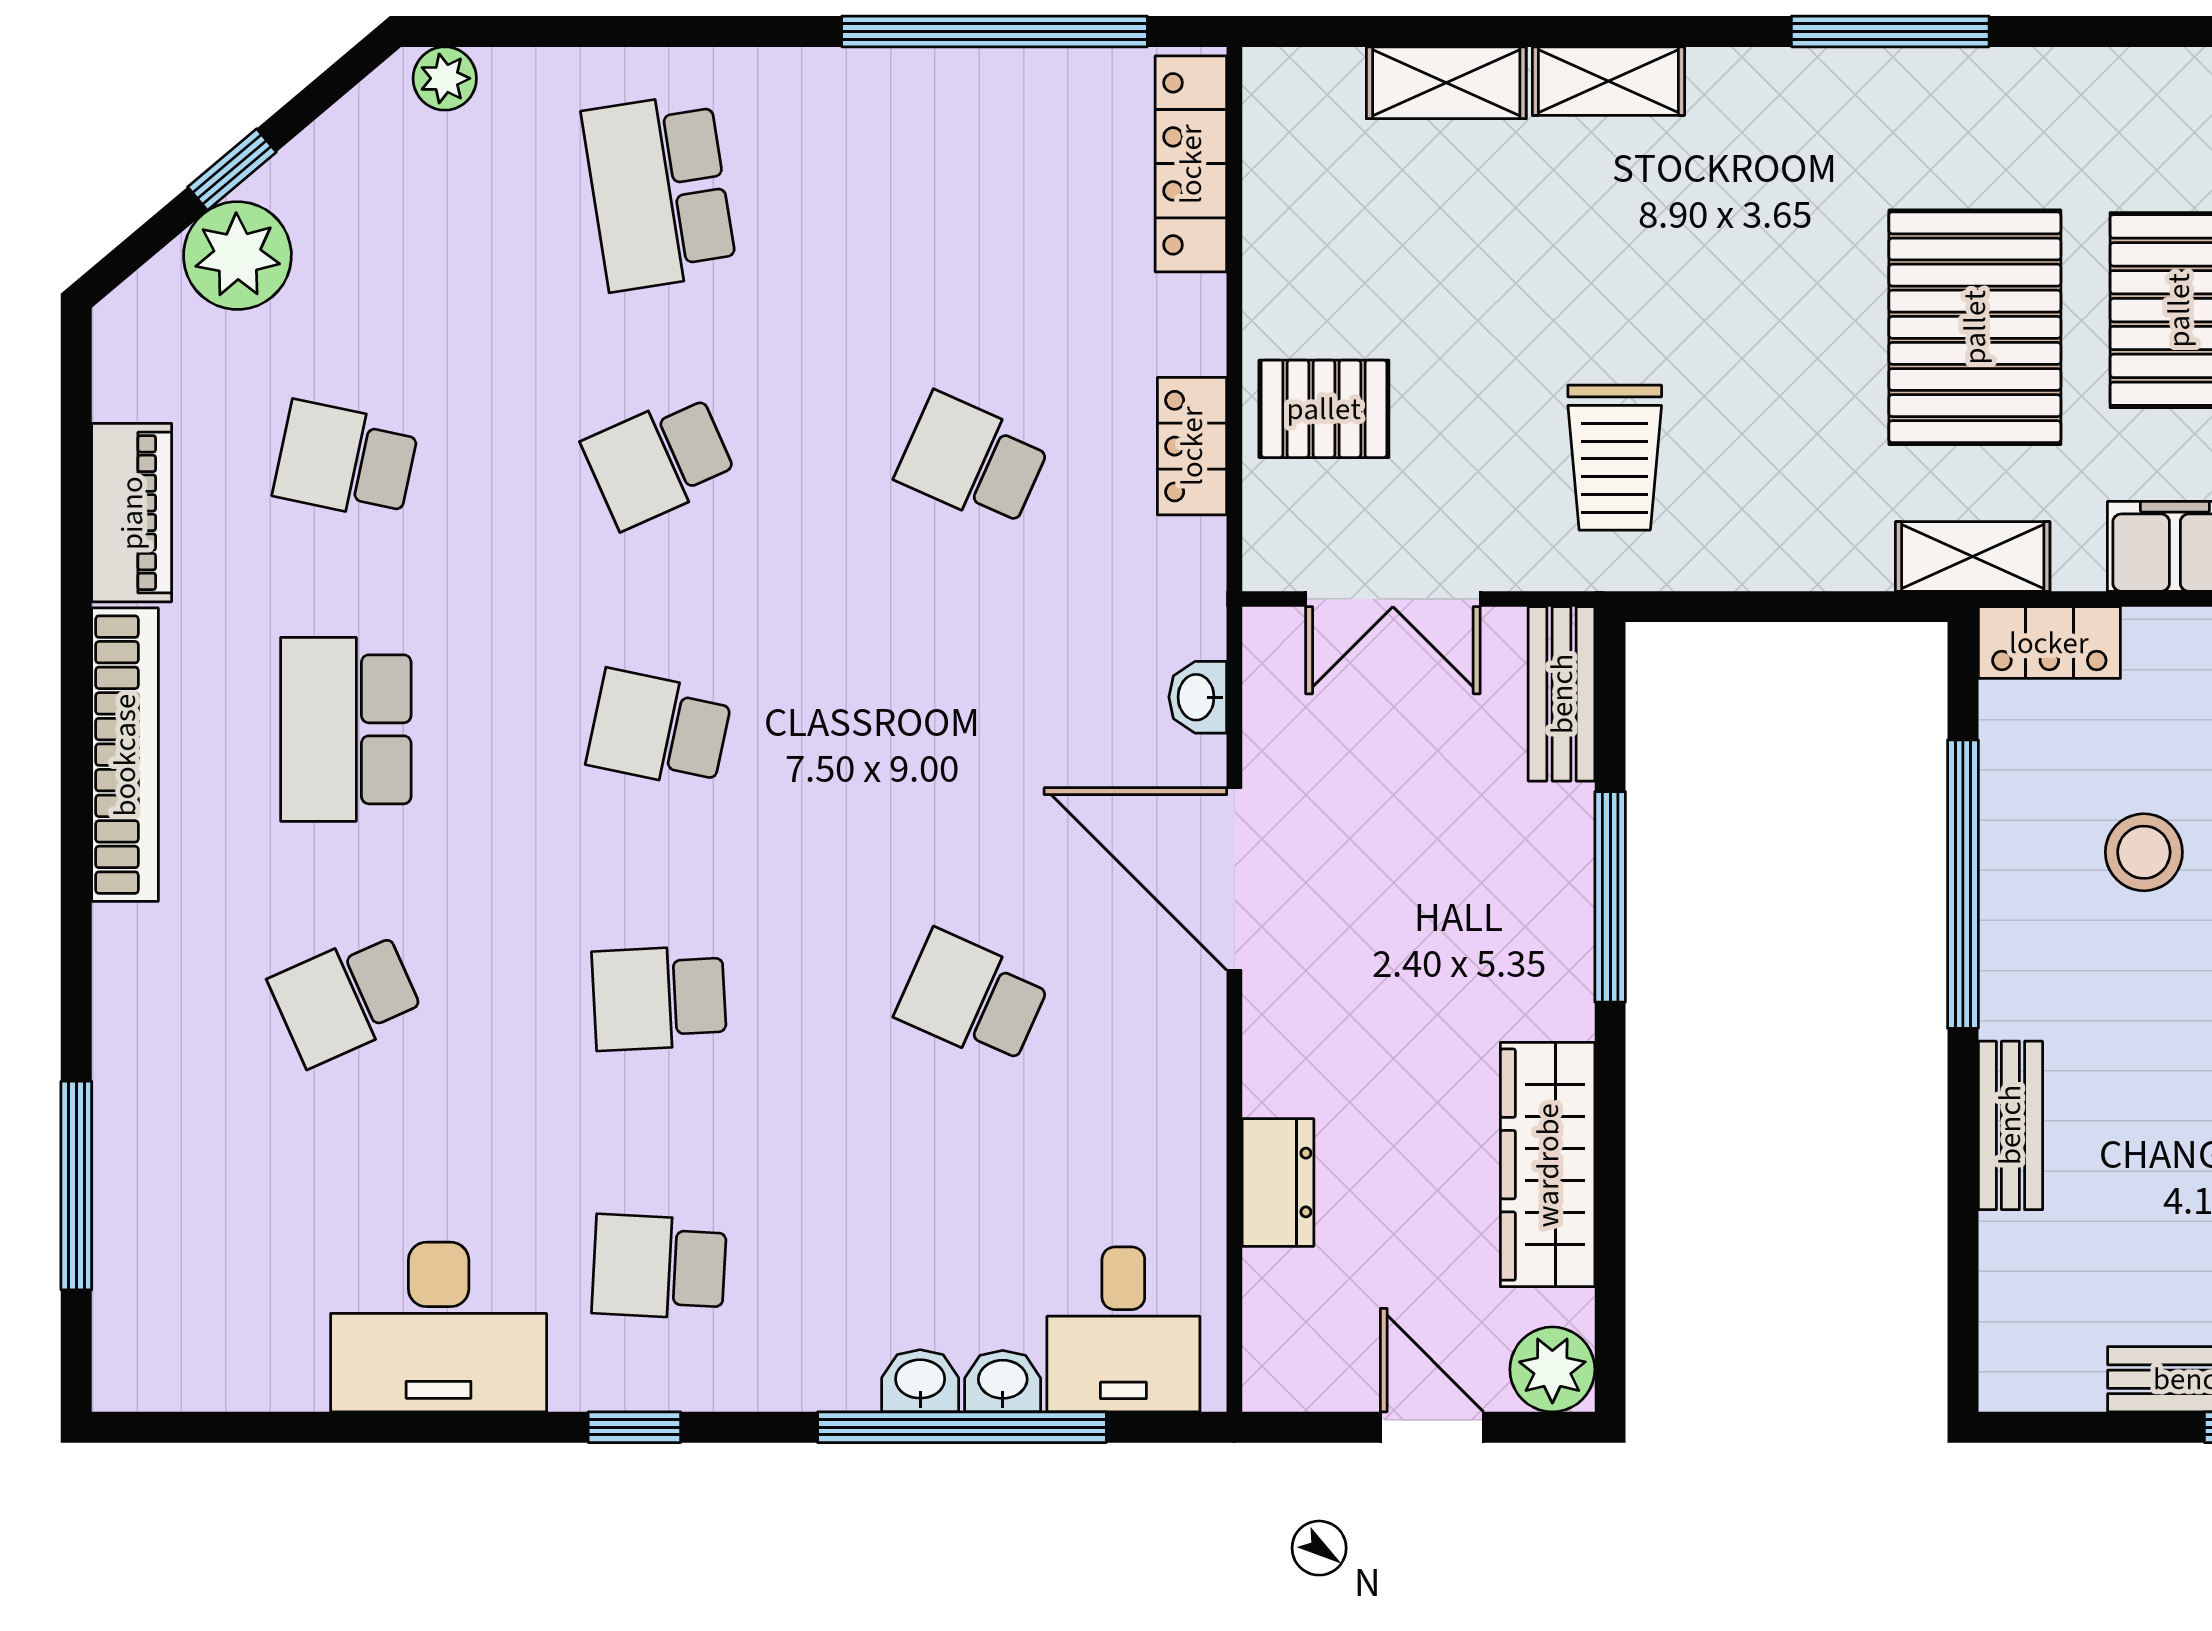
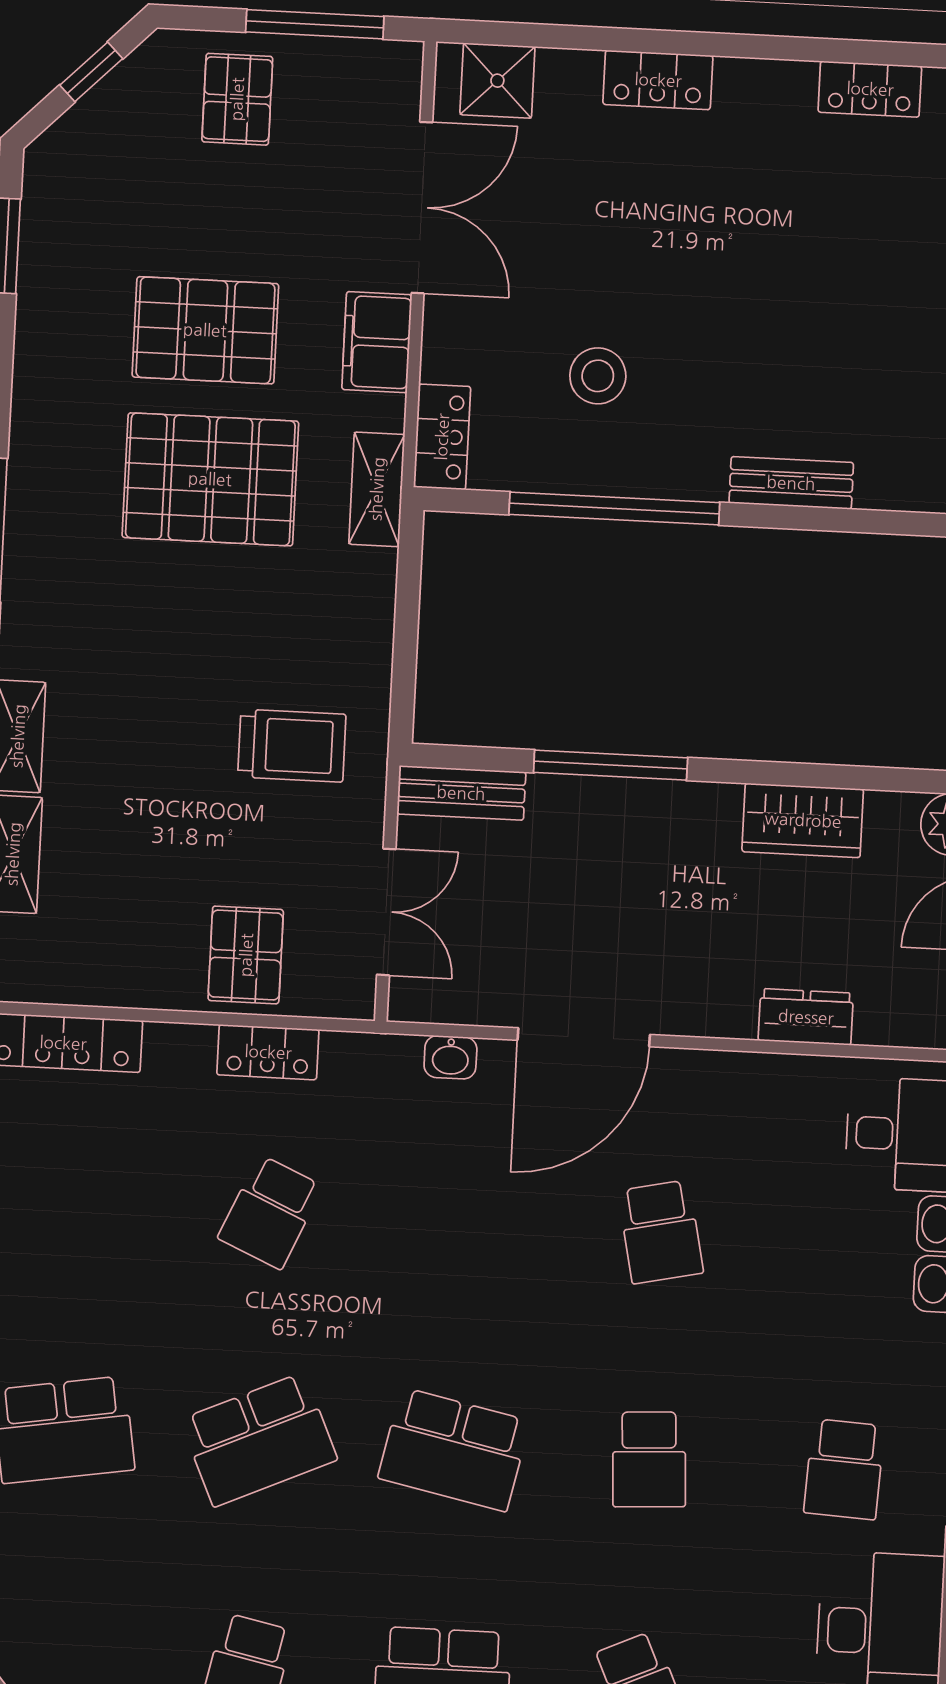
school desk: (659, 461) -> (259, 1440), width x1.85
school desk: (659, 729) -> (454, 1449), width x1.85
school desk: (973, 998) -> (661, 1232), turned -36
wardrobe: (1548, 1165) -> (803, 820), width x0.67

